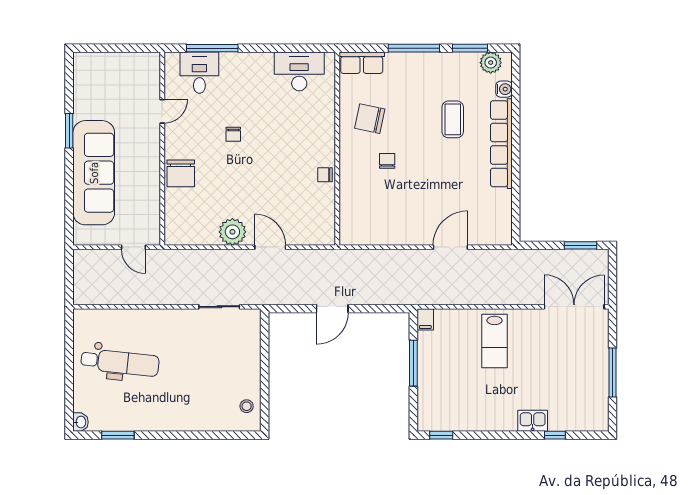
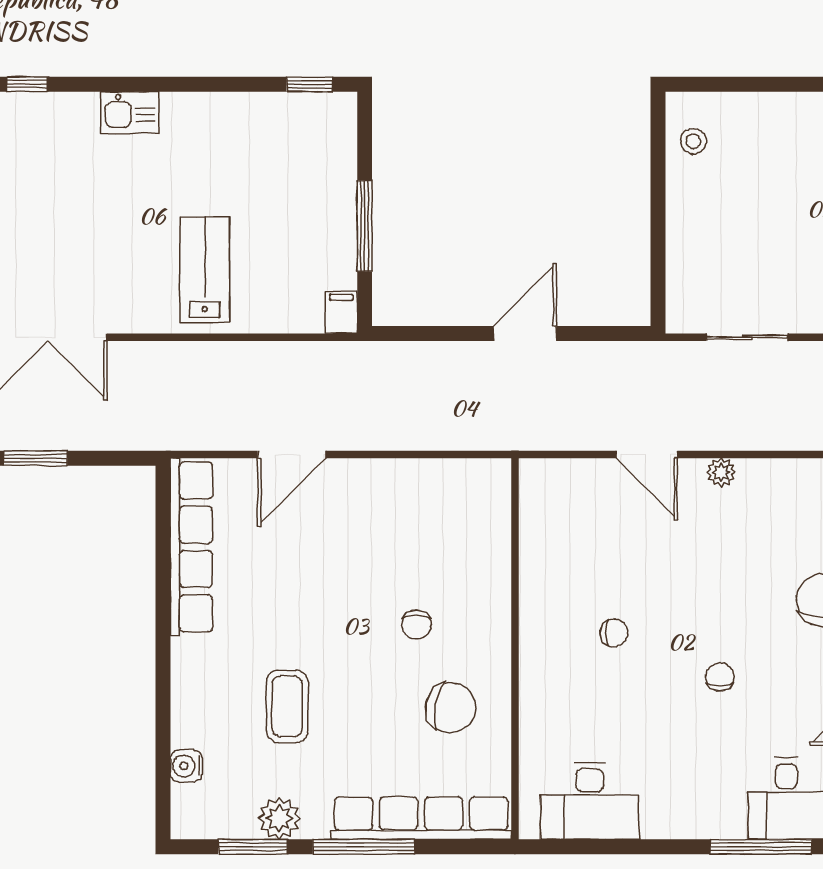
row of seats: (362, 63) -> (421, 818), width x2.02
plant: (491, 63) -> (279, 818), moved
row of seats: (501, 144) -> (191, 547), moved
chair: (325, 175) -> (614, 633), moved
plant: (232, 232) -> (721, 472), width x0.53, depth x0.53
window: (555, 435) -> (27, 84), moved

